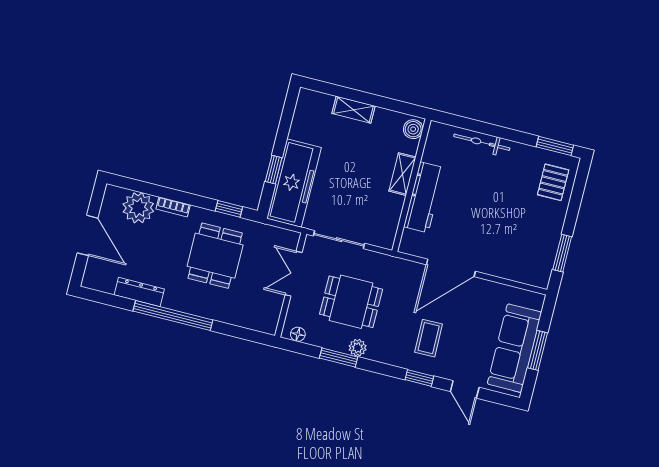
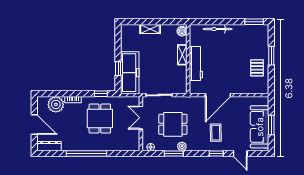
pallet: (553, 182) -> (257, 68), moved
window: (562, 253) -> (271, 56), moved
dresser: (139, 292) -> (49, 146), moved

